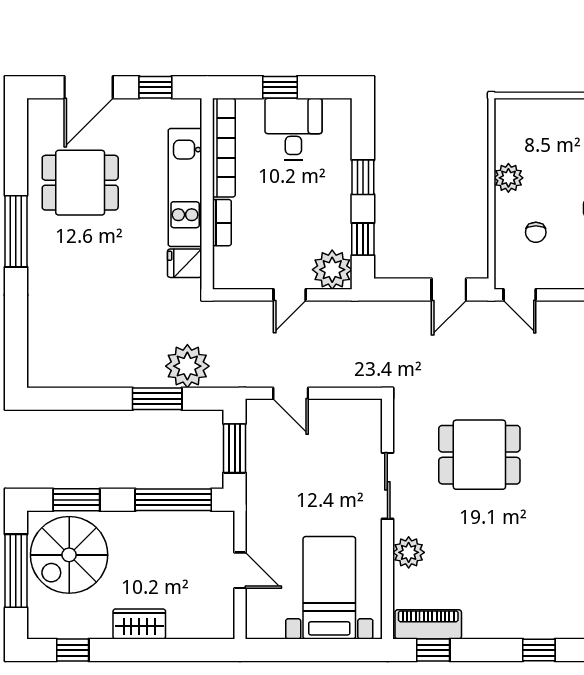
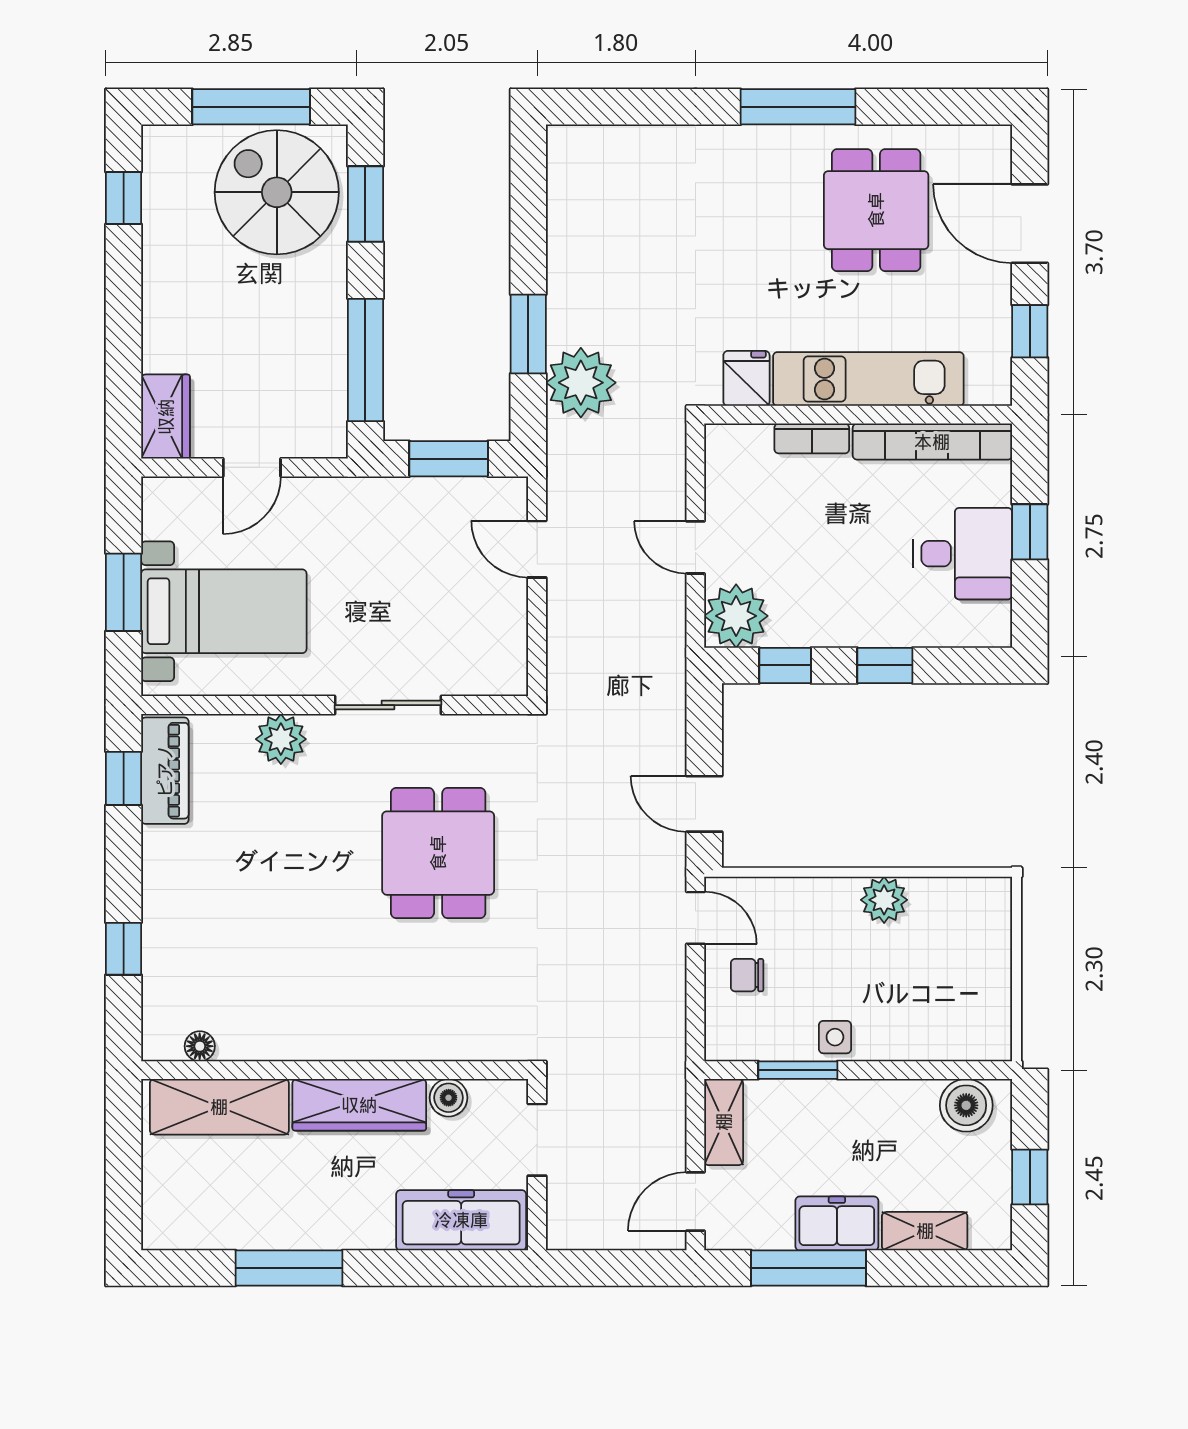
chair: (536, 232) -> (747, 975), moved
door: (520, 295) -> (695, 918), swing flipped
door: (291, 393) -> (537, 549), hinge flipped
wardrobe: (139, 624) -> (166, 417), moved
window: (317, 650) -> (124, 592), added

